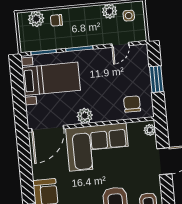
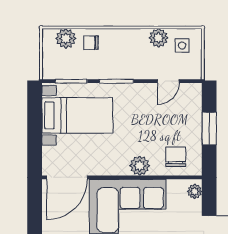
plant: (85, 116) -> (140, 166), moved

